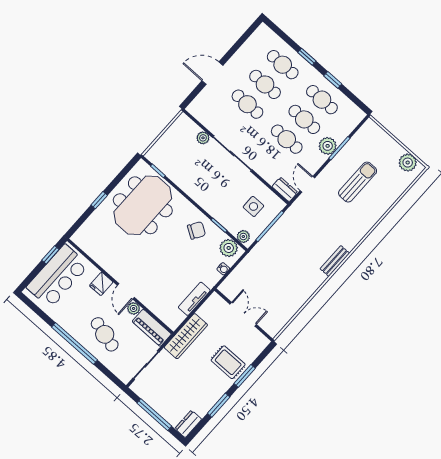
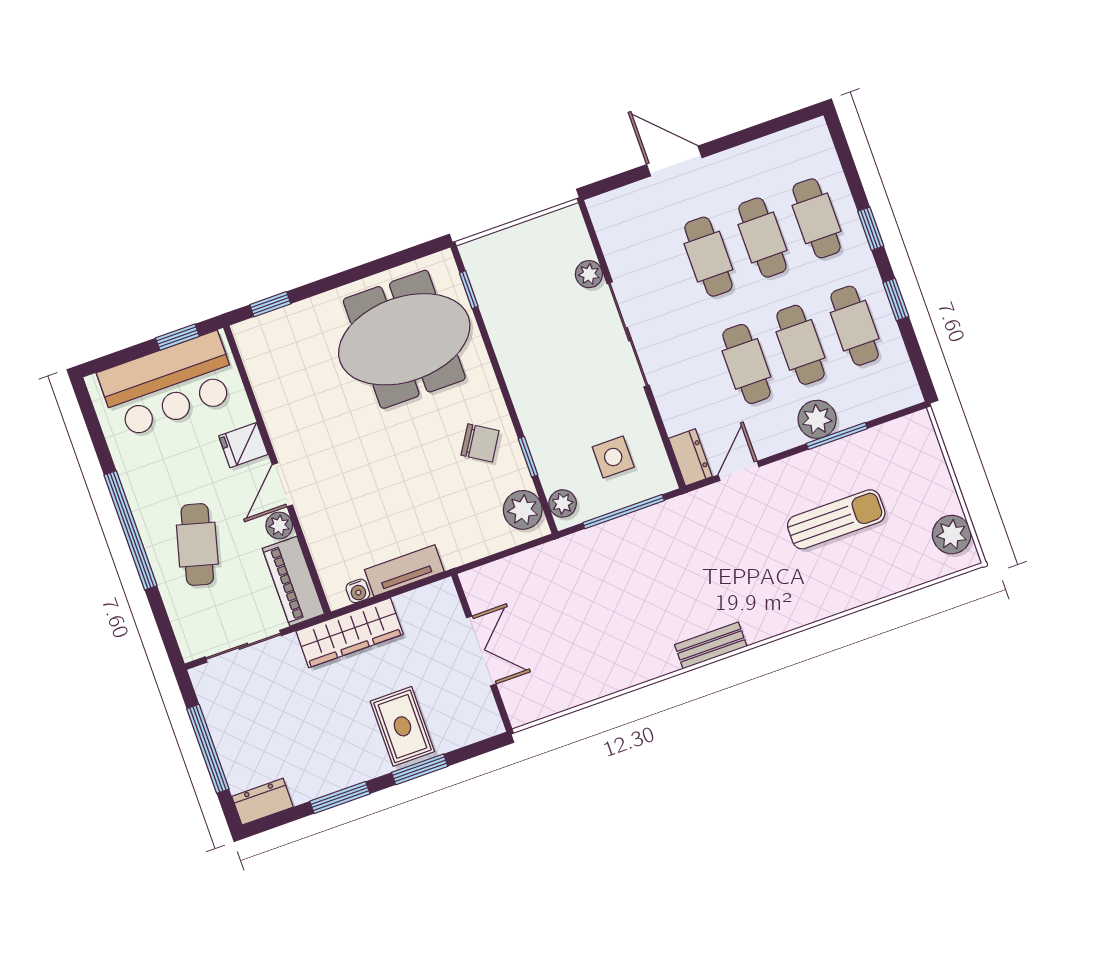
window: (99, 200) -> (270, 304), moved
water cooler: (223, 269) -> (358, 591), moved

